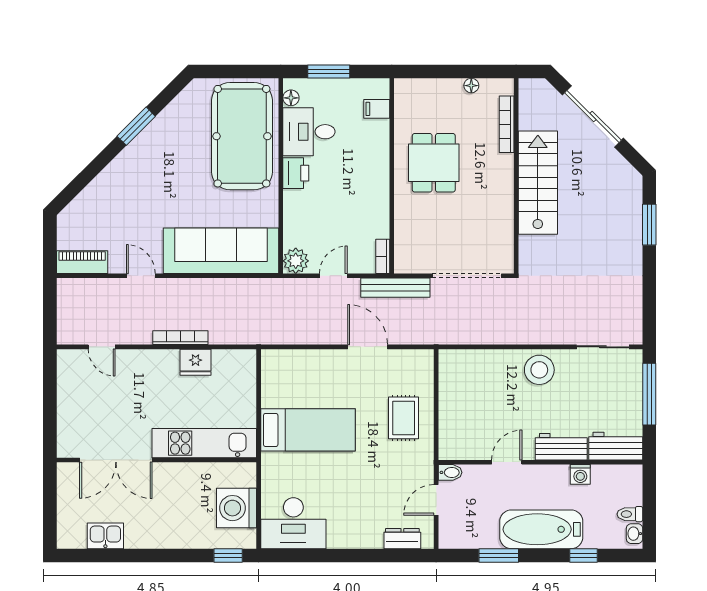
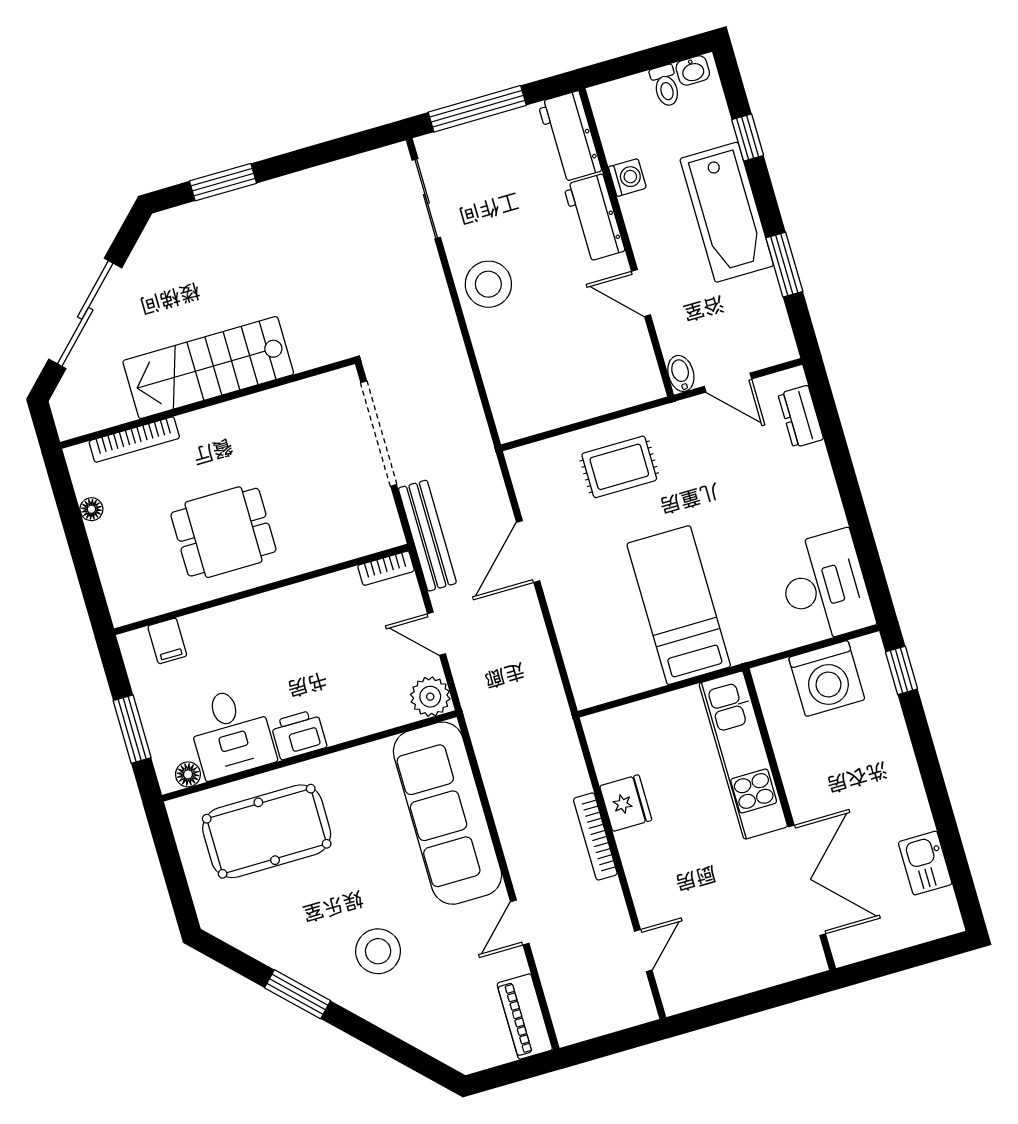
pool table: (242, 136) -> (267, 831), width x0.73, depth x0.76
stool: (148, 183) -> (378, 951), added

